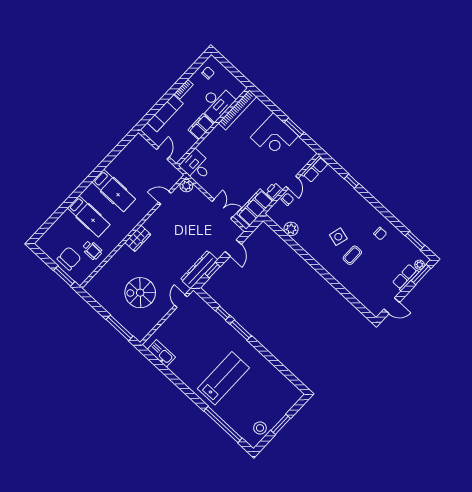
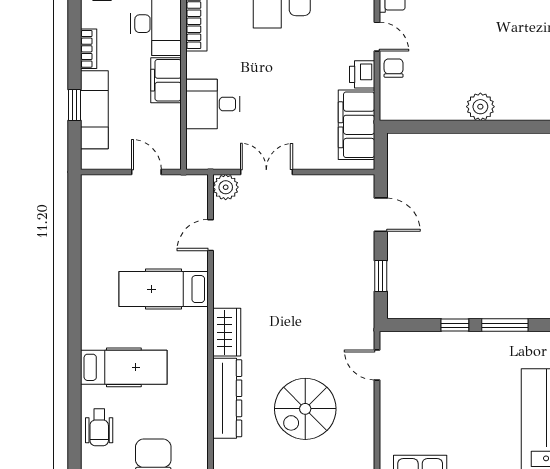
window: (160, 105) -> (75, 105), added
desk: (196, 166) -> (213, 104), moved
hospital bed: (114, 191) -> (164, 289), moved, turned 180
double door: (222, 209) -> (266, 172), moved
plant: (291, 229) -> (480, 107), moved
side table: (338, 237) -> (520, 53), removed
wheelchair: (92, 250) -> (99, 427), moved, turned 90
dresser: (199, 270) -> (227, 398), moved, turned 180

